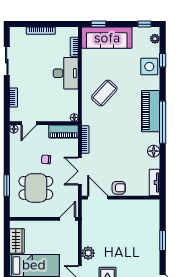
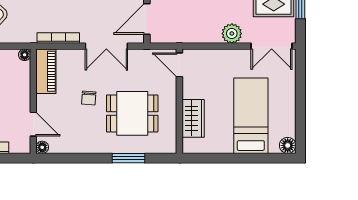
dining table: (36, 188) -> (132, 113), turned 90
wardrobe: (17, 241) -> (193, 118), moved, turned 90

